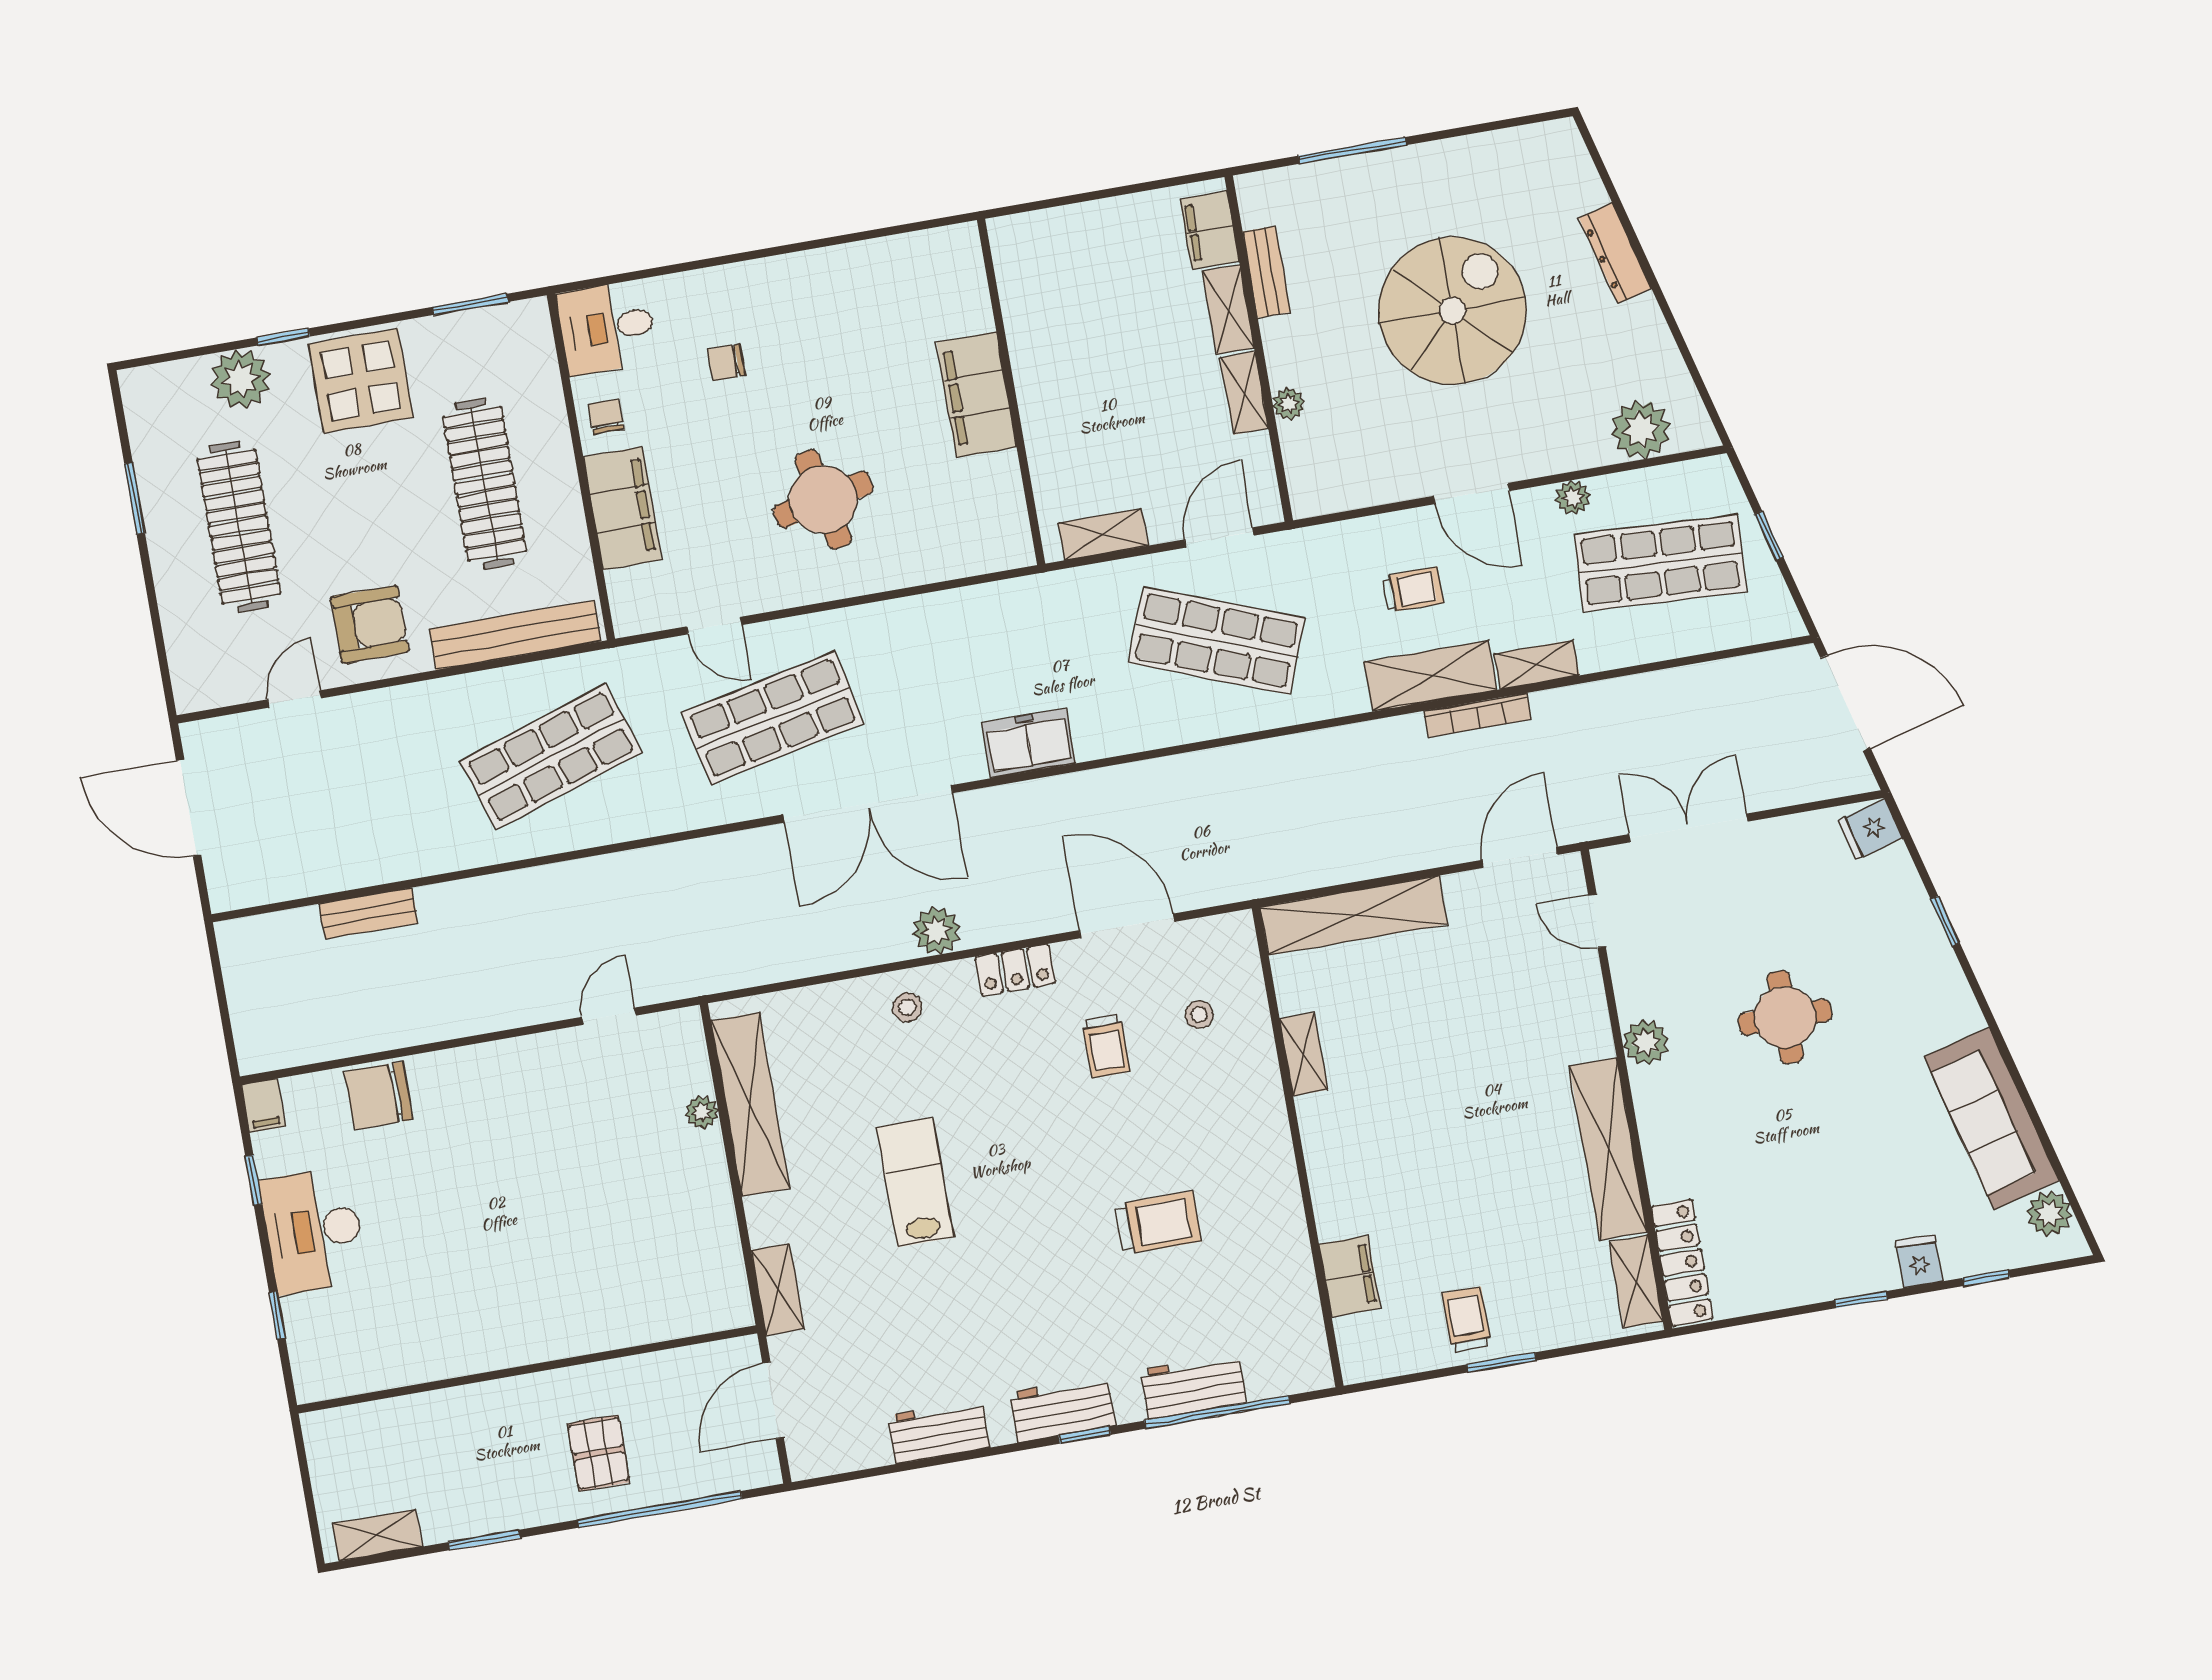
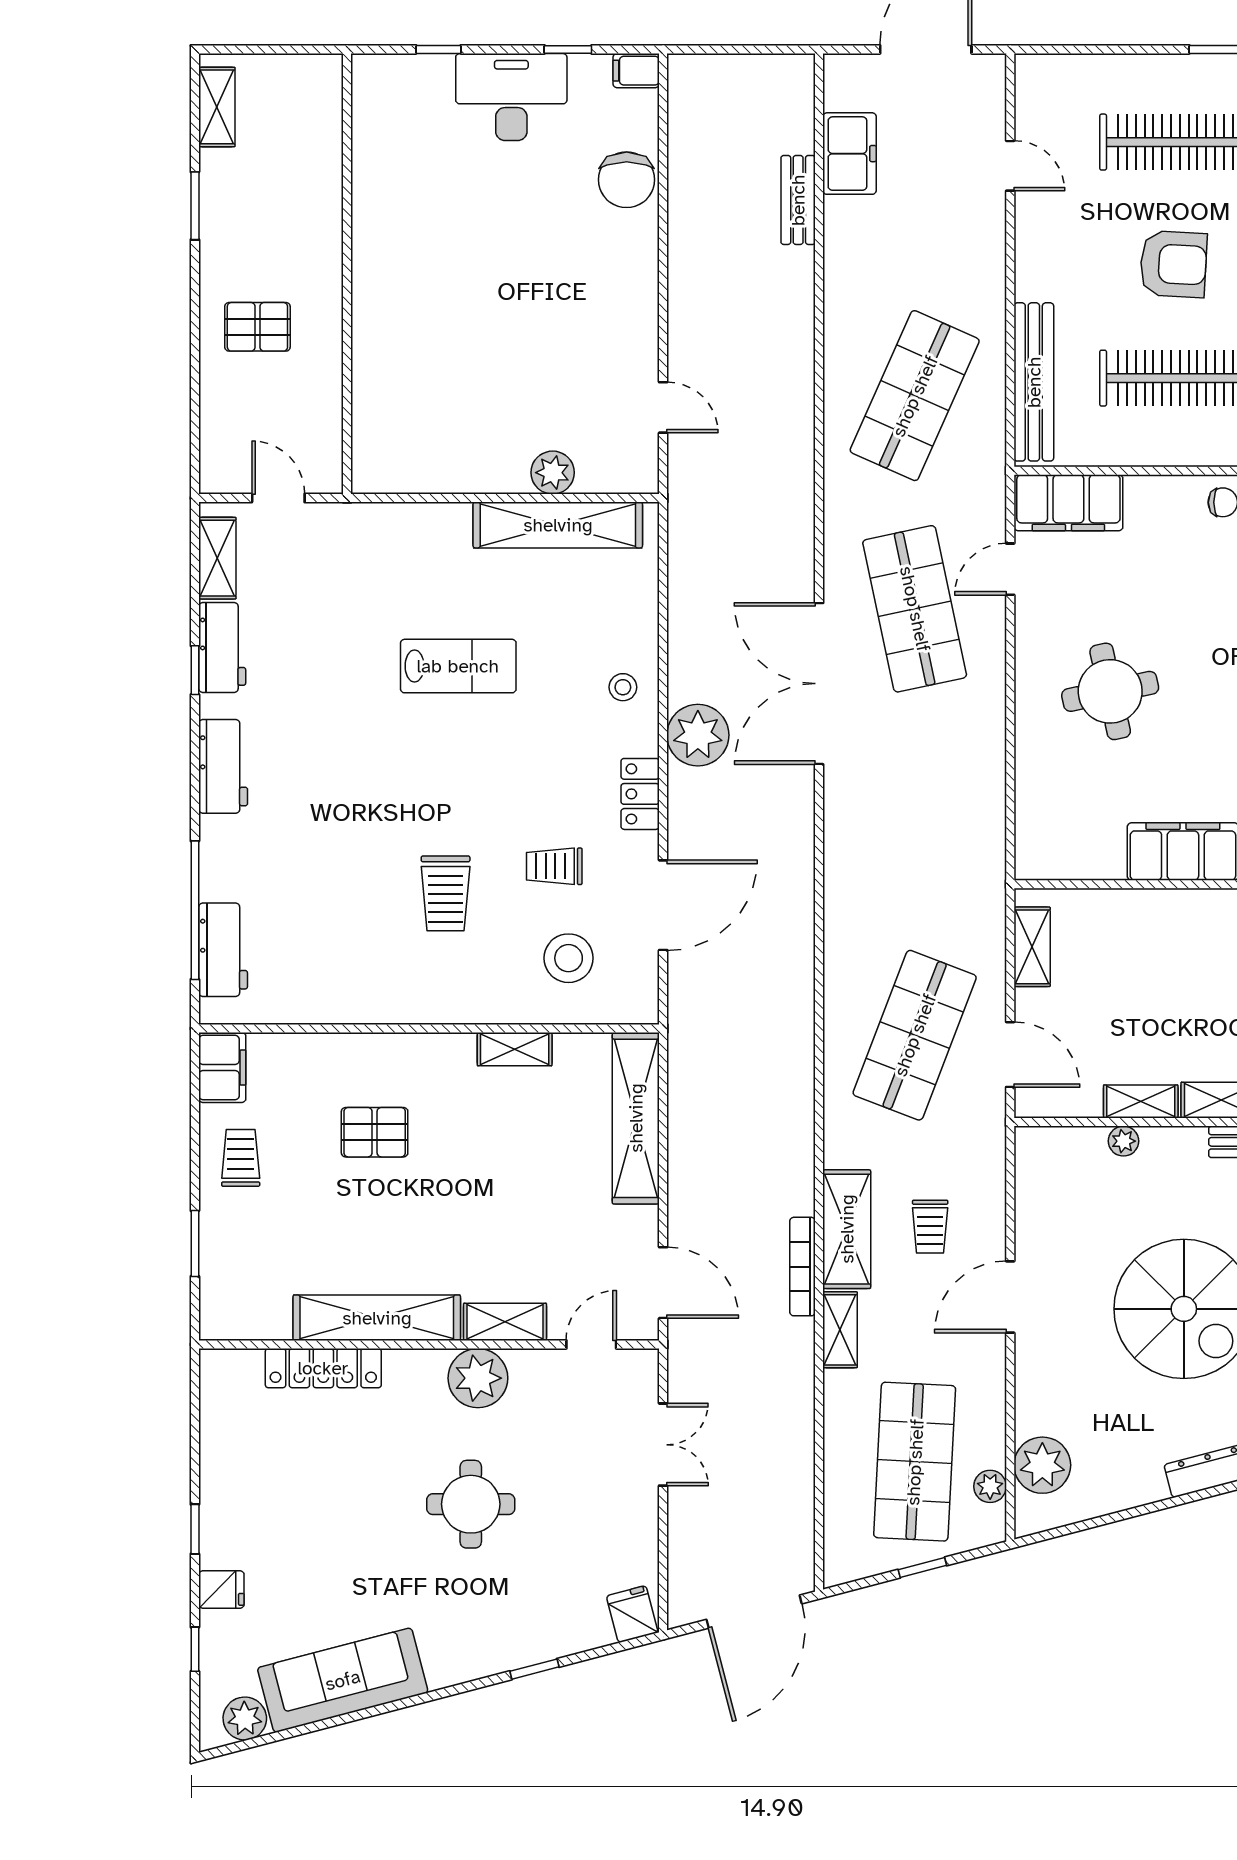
plant: (1573, 497) -> (990, 1486), moved
filing cabinet: (622, 508) -> (1068, 503), moved
armchair: (370, 624) -> (1173, 264), moved, turned -87
freezer: (1028, 743) -> (850, 154), moved
shop shelf: (551, 757) -> (915, 396), turned 42
double door: (1688, 828) -> (663, 1445), width x0.73
plant: (936, 931) -> (698, 735), width x1.36, depth x1.36
stool: (1199, 1015) -> (569, 958), width x1.89, depth x1.89
plant: (1646, 1042) -> (478, 1378), width x1.36, depth x1.36
chair: (379, 1096) -> (627, 180), turned 180
plant: (702, 1112) -> (553, 473), width x1.38, depth x1.38
pallet: (1415, 1185) -> (375, 1132), added
trolley: (1158, 1223) -> (446, 893), moved
locker: (1682, 1263) -> (323, 1368), moved
filing cabinet: (1350, 1276) -> (222, 1068), moved, turned -90
shelving: (1636, 1282) -> (505, 1322), moved
shelving: (778, 1290) -> (217, 558), moved, turned 90
trolley: (1466, 1320) -> (241, 1158), turned -90
window: (1501, 1362) -> (195, 1243), moved
workbench: (1193, 1386) -> (223, 950), moved
door: (773, 1400) -> (278, 498), width x0.73
window: (1085, 1435) -> (195, 670), moved
window: (660, 1509) -> (195, 375), removed

